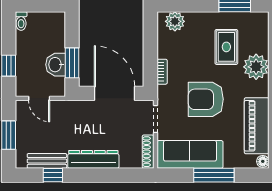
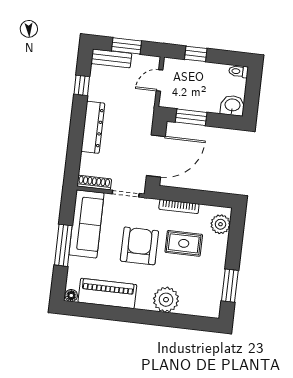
rug: (226, 47) -> (184, 243), moved
washbasin: (56, 65) -> (232, 105), moved
bookcase: (162, 72) -> (179, 207), width x1.56
bench: (47, 161) -> (111, 58), moved, turned 90

